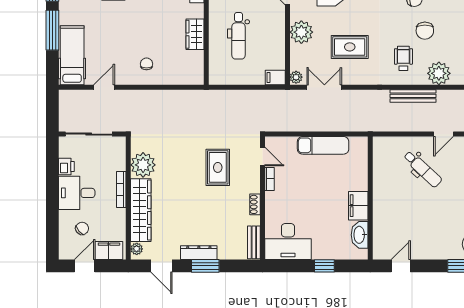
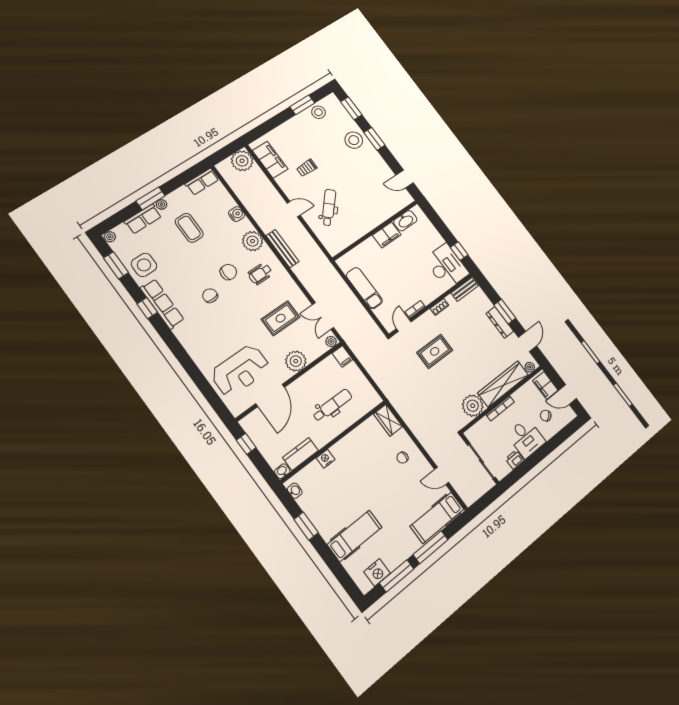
wardrobe: (195, 34) -> (388, 420), moved, turned 90
rug: (350, 47) -> (281, 318), turned 90
window: (324, 266) -> (459, 251), moved

